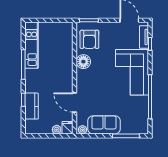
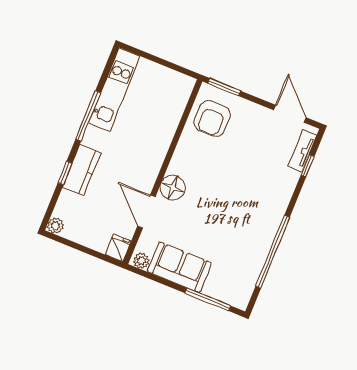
floor lamp: (83, 62) -> (173, 188), moved
corner sofa: (132, 72) -> (260, 200), removed
kitchen counter: (31, 106) -> (82, 170), moved
plant: (57, 130) -> (55, 226), moved

